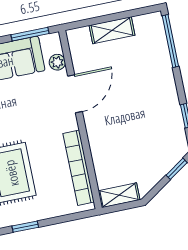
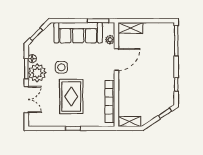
shelving: (112, 30) -> (130, 28), moved

